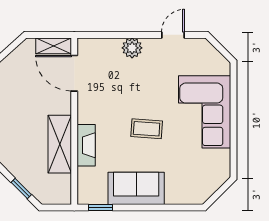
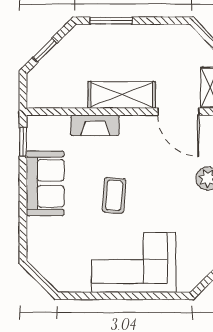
door: (74, 73) -> (178, 112), swing flipped
shelving: (60, 144) -> (122, 95), moved

